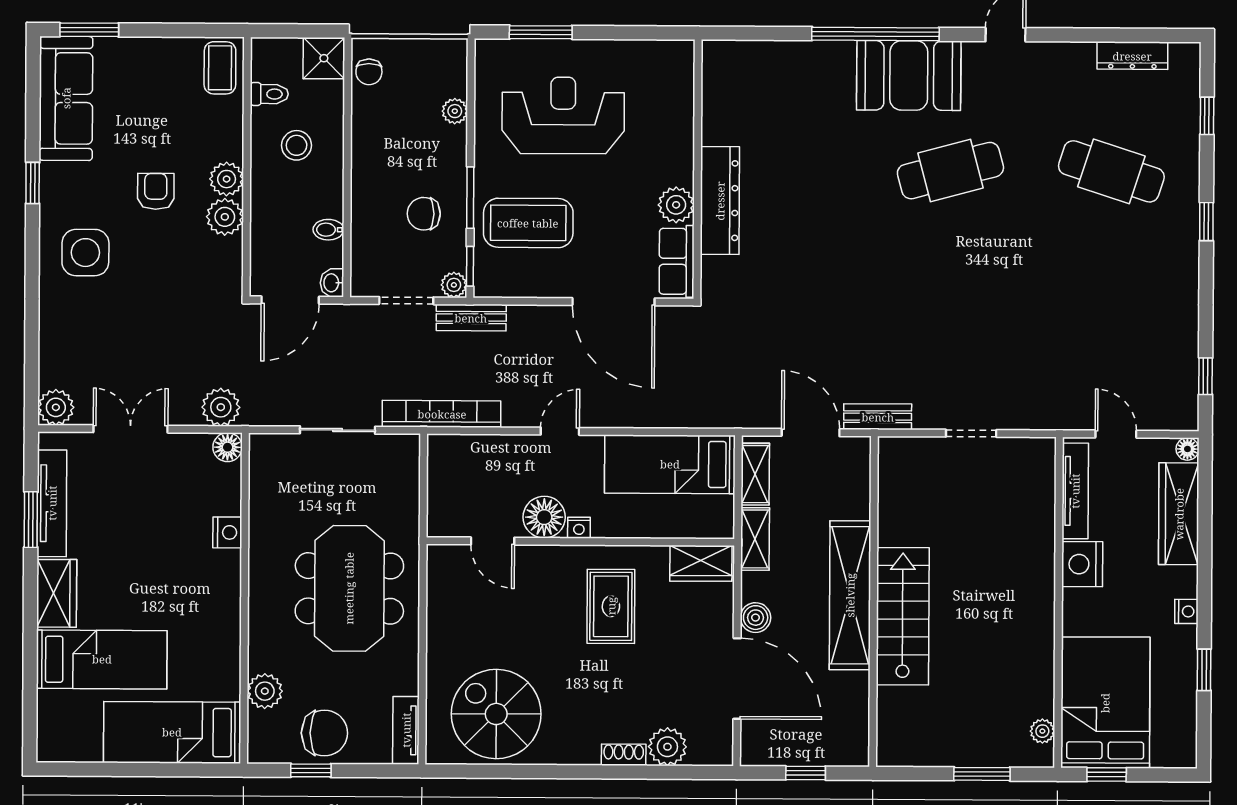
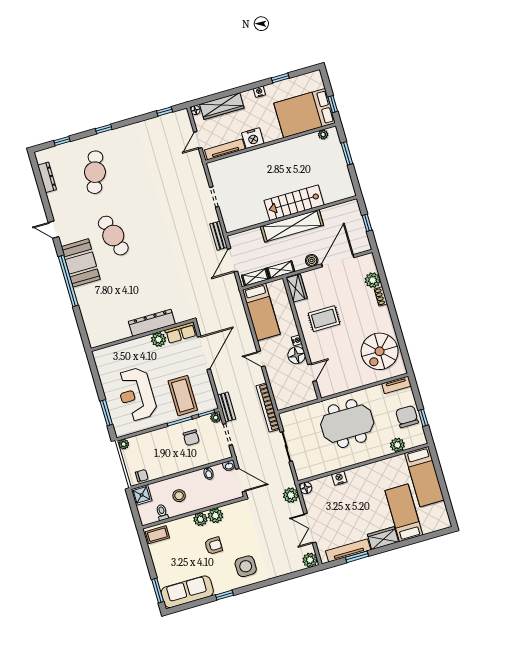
plant: (455, 111) -> (124, 444), moved
armchair: (156, 191) -> (213, 546), turned 180

